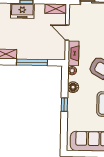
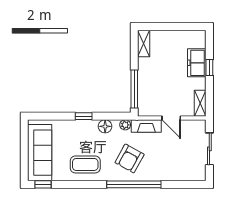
door: (67, 33) -> (171, 118), swing flipped
window: (32, 62) -> (134, 89), moved

